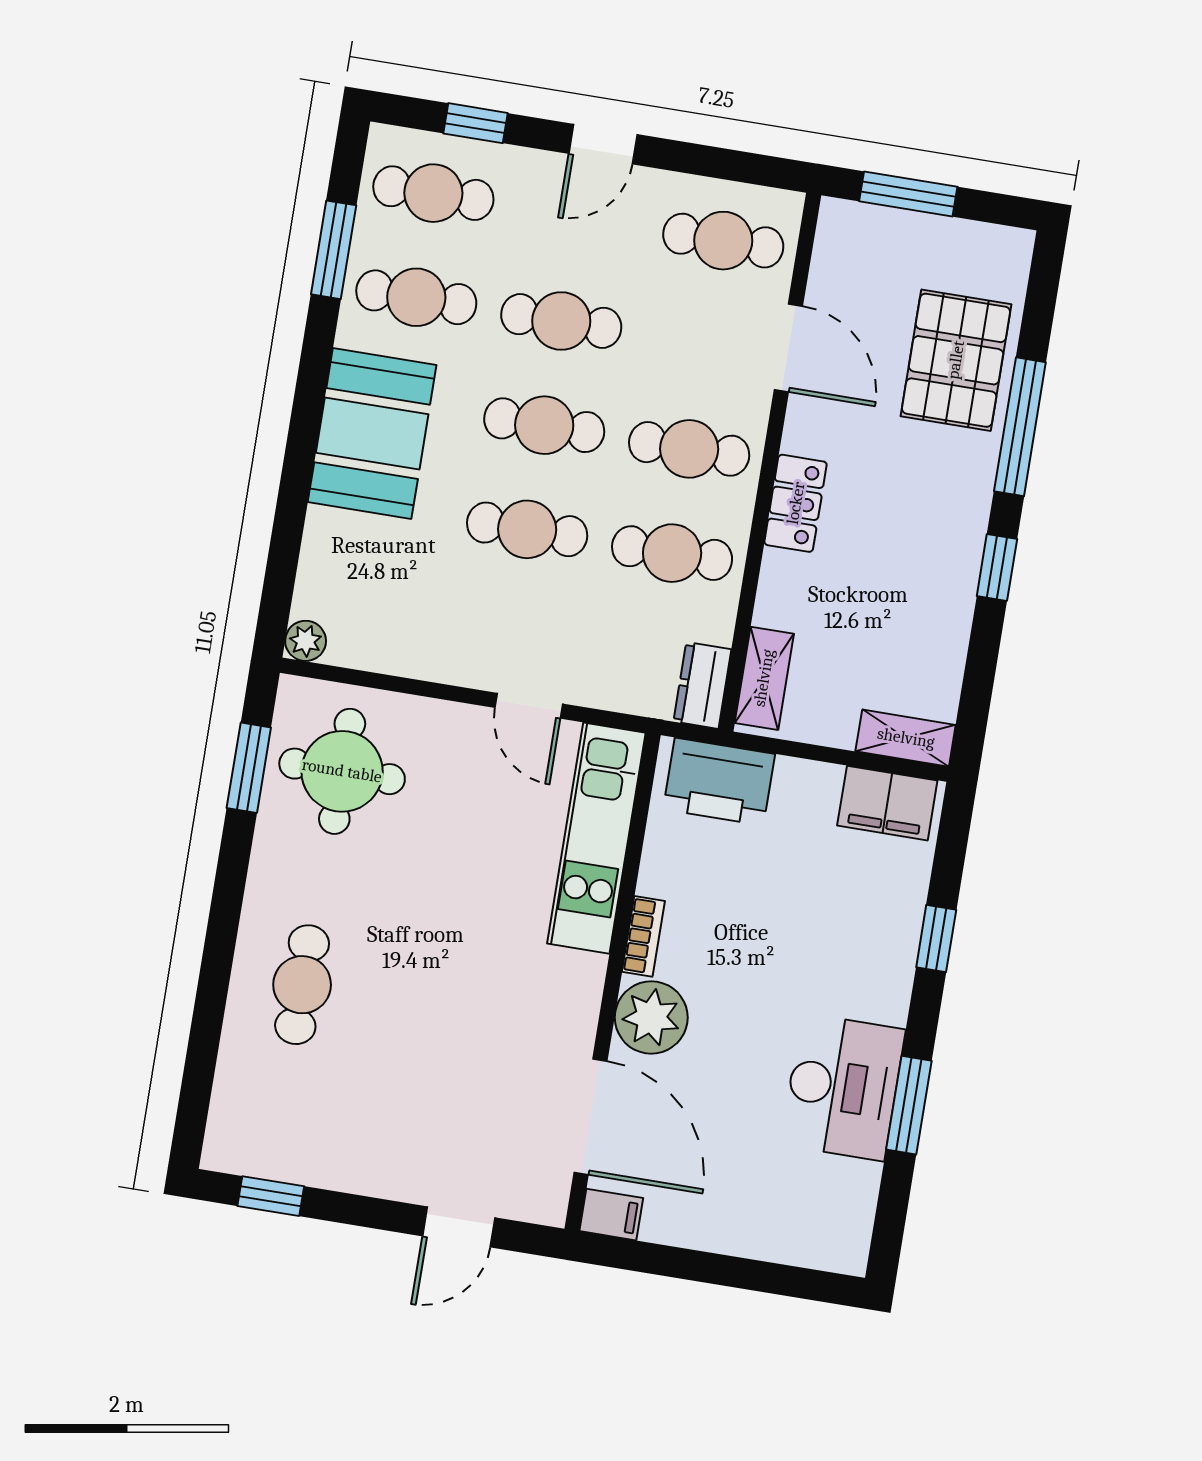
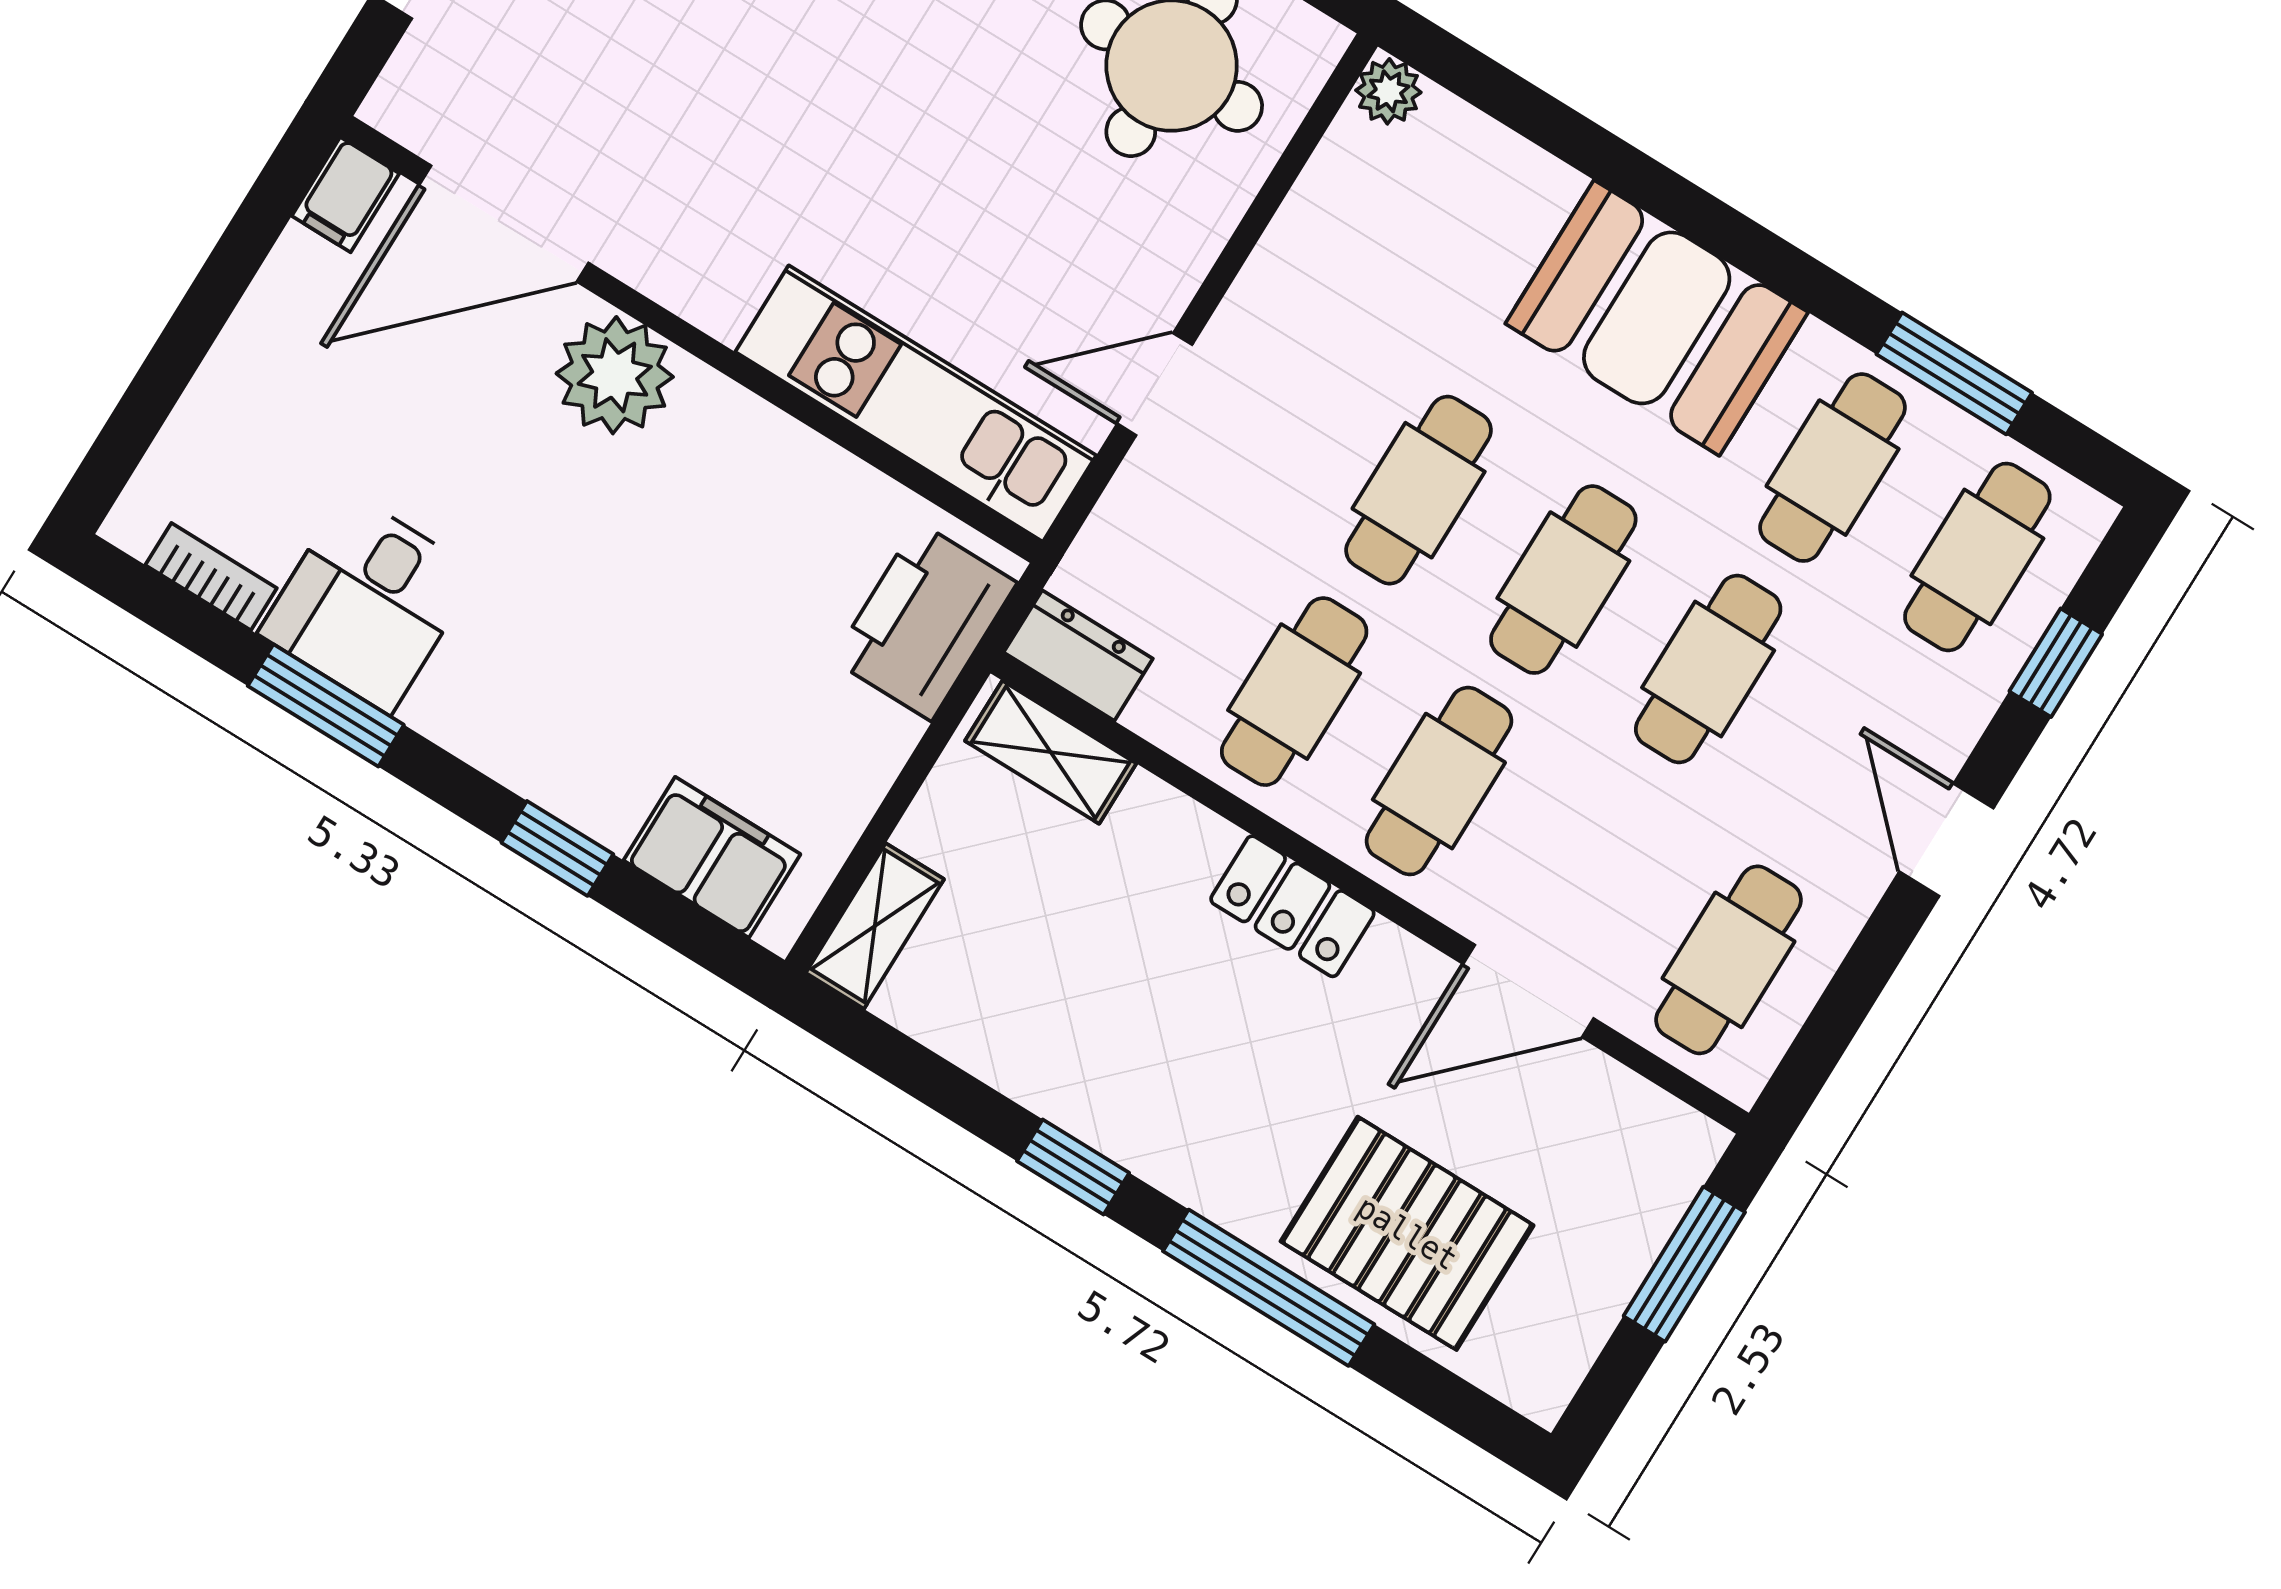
filing cabinet: (887, 803) -> (712, 857), moved, turned 90
bookcase: (643, 936) -> (211, 577), moved, turned 180
desk: (843, 1087) -> (368, 603), width x0.73

